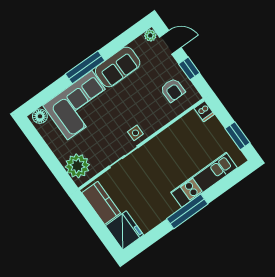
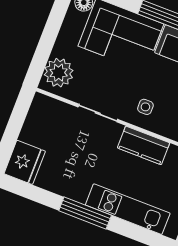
side table: (135, 133) -> (145, 107), moved
kitchen counter: (101, 203) -> (144, 145), moved, turned 90

